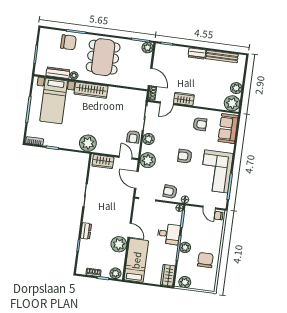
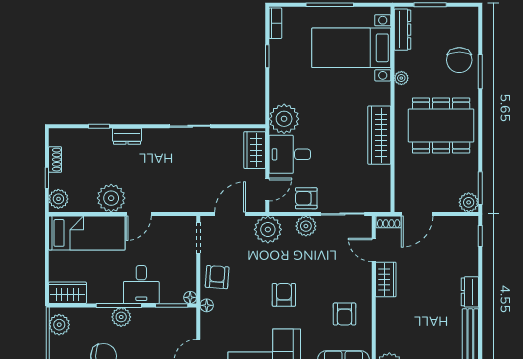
dresser: (58, 73) -> (402, 30), moved
wardrobe: (91, 90) -> (379, 135), moved
desk: (108, 143) -> (290, 154), added

